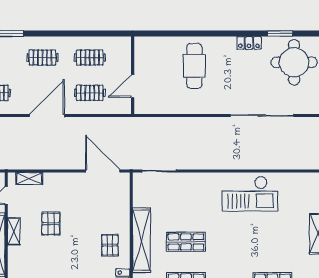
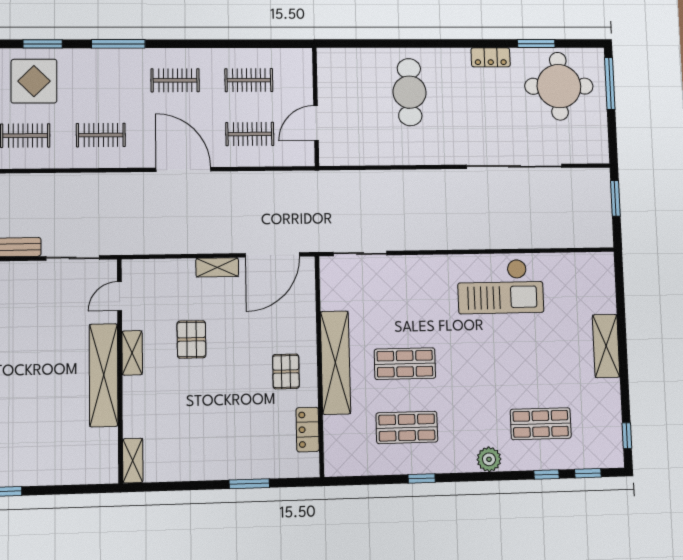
door: (47, 116) -> (183, 169), hinge flipped
door: (103, 171) -> (272, 255), swing flipped
shelving: (29, 179) -> (217, 267), moved

